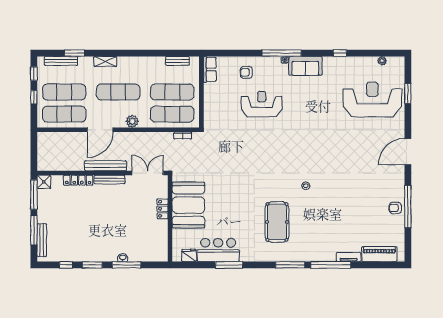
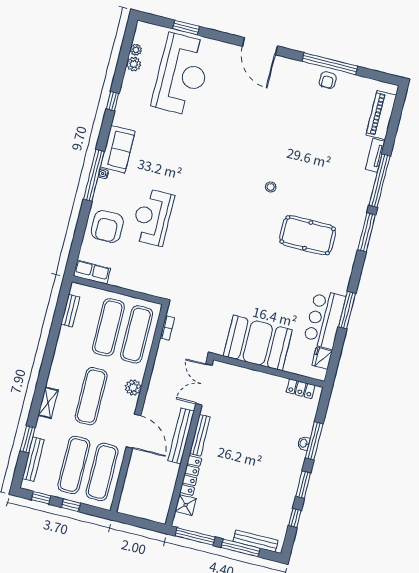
plant: (371, 62) -> (134, 64), added
armchair: (246, 72) -> (107, 226), width x1.88, depth x1.88
reception desk: (372, 99) -> (182, 75), turned 180
shower: (44, 182) -> (186, 505), moved
locker: (162, 209) -> (301, 389), moved

